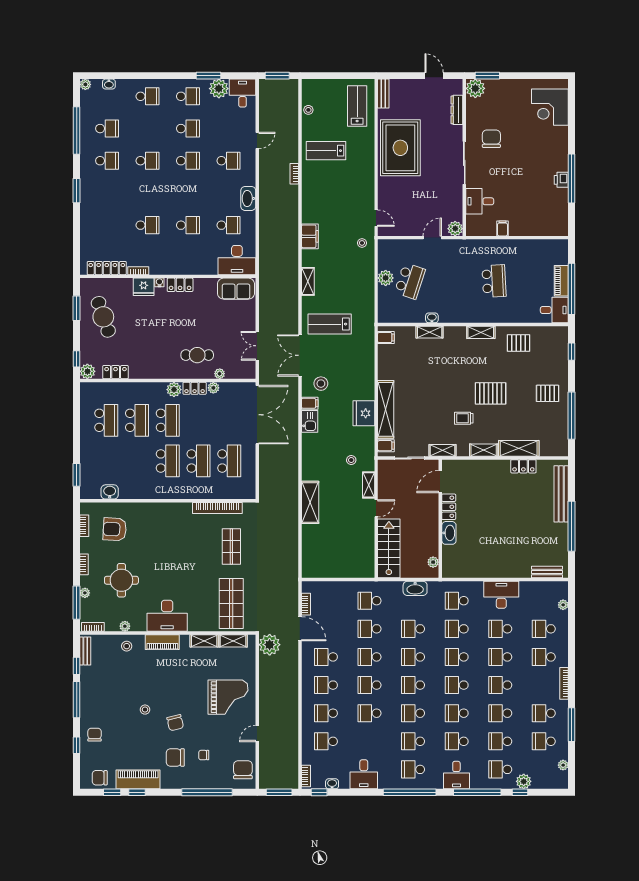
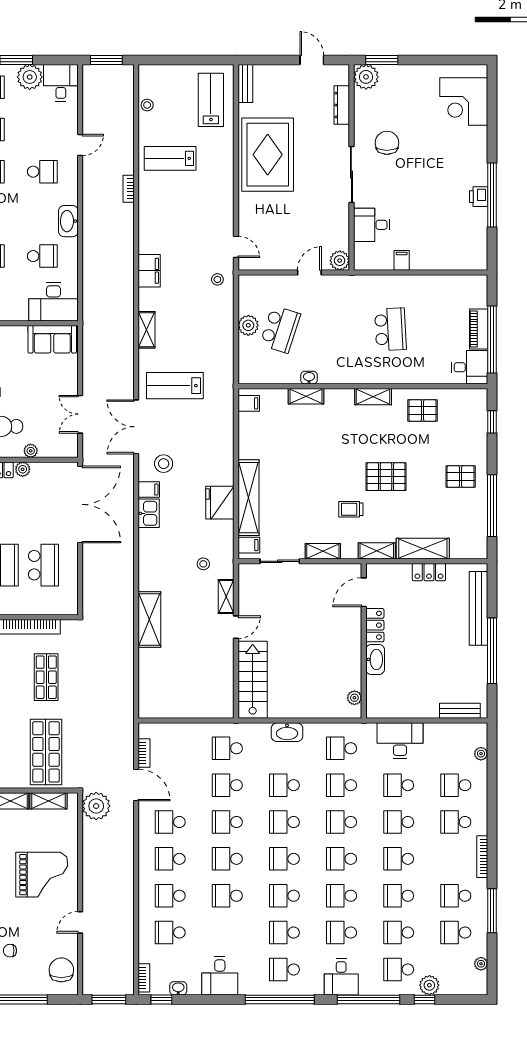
door: (440, 482) -> (364, 592), moved
locker: (449, 507) -> (375, 625), moved
wall: (440, 519) -> (364, 641), moved
washbasin: (449, 533) -> (375, 659), moved
plant: (433, 562) -> (354, 698), moved

